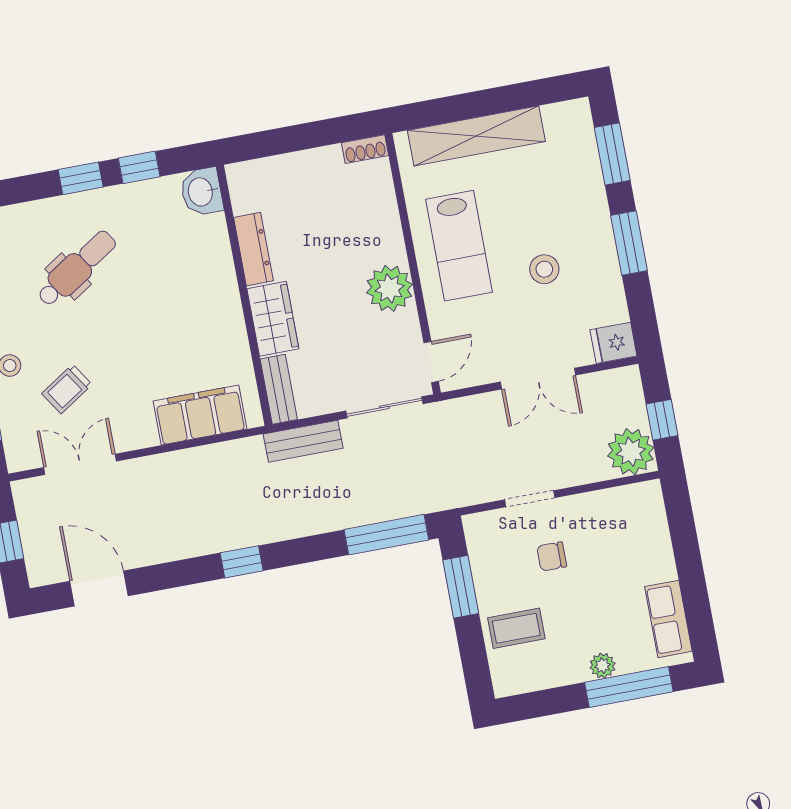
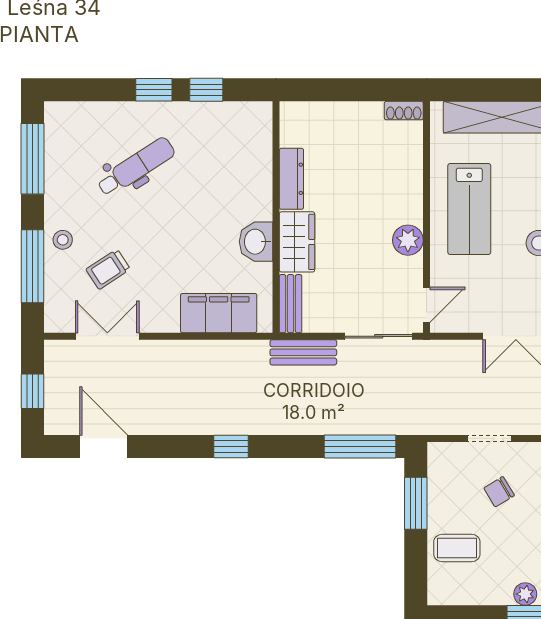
washbasin: (201, 192) -> (256, 242), moved
plant: (389, 288) -> (408, 240), width x0.73, depth x0.73
chair: (552, 556) -> (499, 492), turned -31

